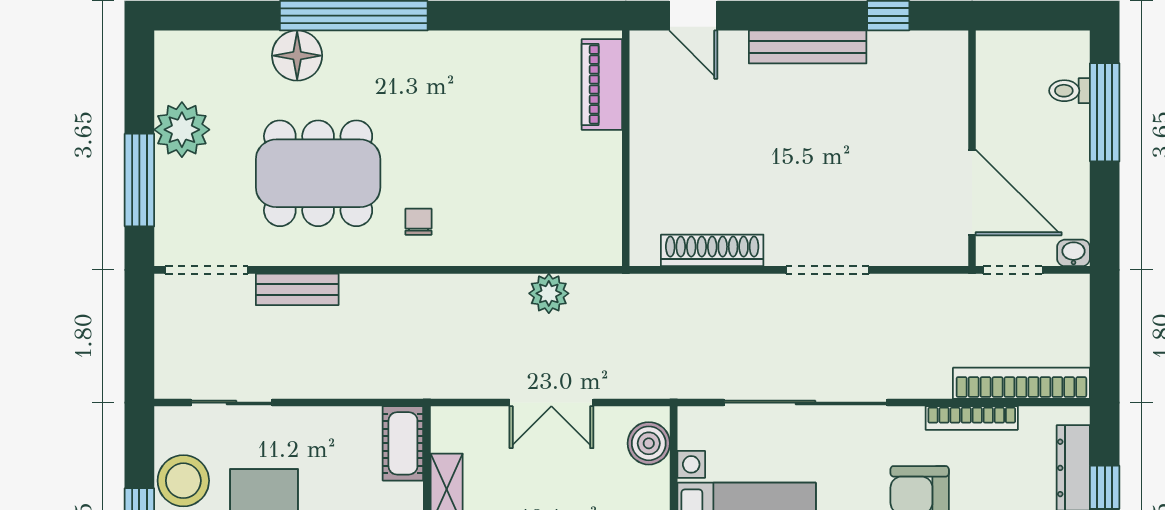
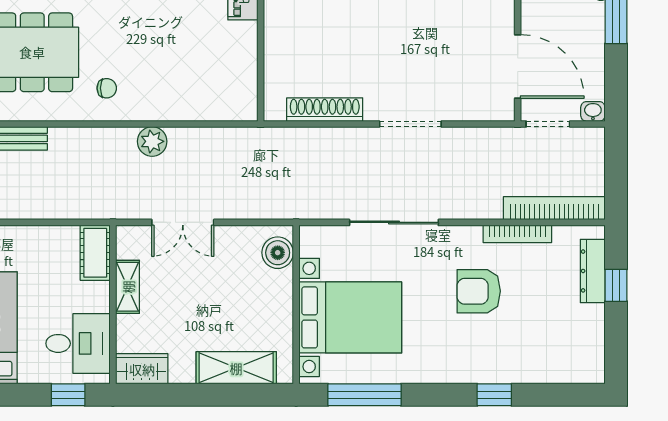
chair: (418, 222) -> (107, 88), turned 90
plant: (549, 293) -> (152, 141), moved
double door: (551, 403) -> (183, 222), moved
sliding door: (805, 403) -> (394, 222), width x0.73

